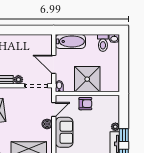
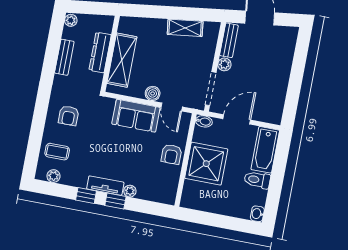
toilet: (103, 43) -> (257, 180), moved

